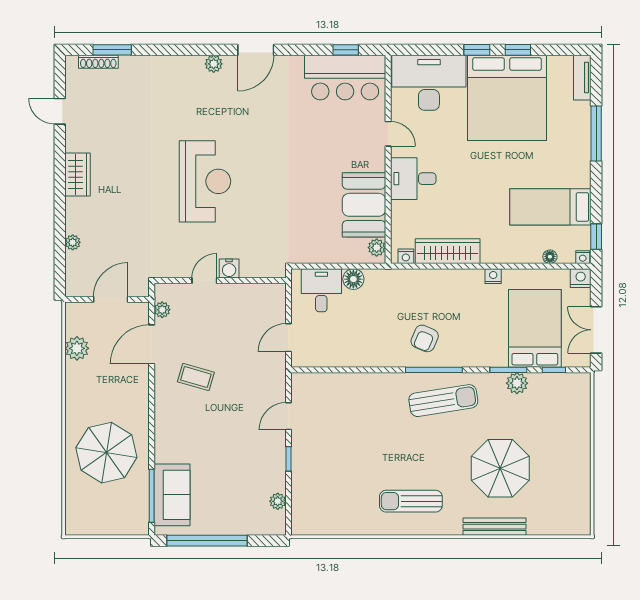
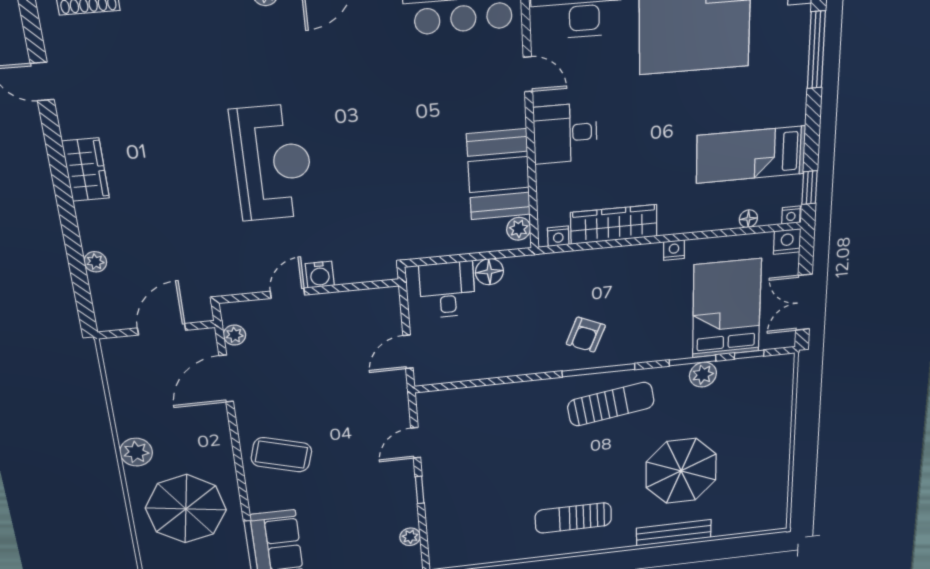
plant: (77, 348) -> (136, 452), moved
coffee table: (196, 377) -> (281, 455), moved, width x1.36, depth x1.30

